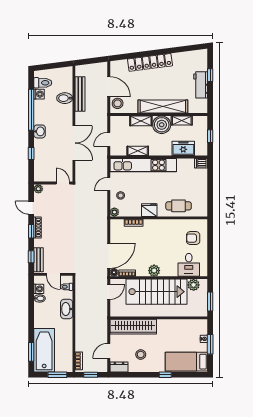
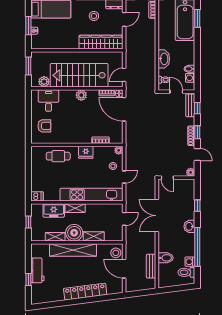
bench: (80, 94) -> (151, 266), width x0.73
shelving: (138, 151) -> (75, 208), moved
door: (109, 256) -> (124, 109), hinge flipped

